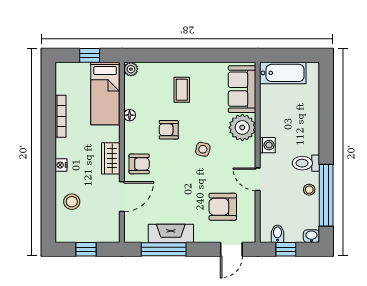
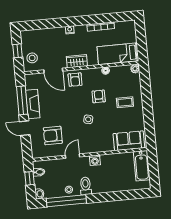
window: (90, 55) -> (141, 42), removed
plant: (242, 127) -> (105, 143), removed
stool: (72, 202) -> (32, 58), moved
armchair: (223, 207) -> (53, 136), turned -90
door: (231, 249) -> (25, 128), moved

